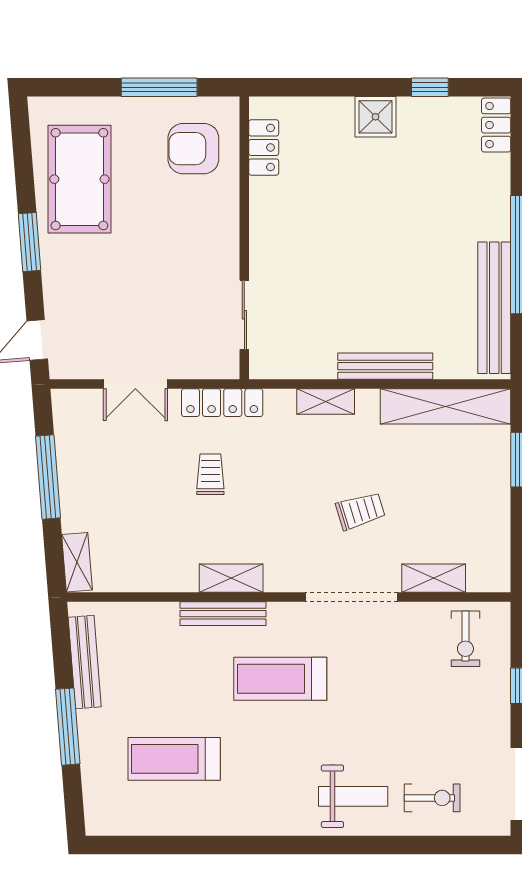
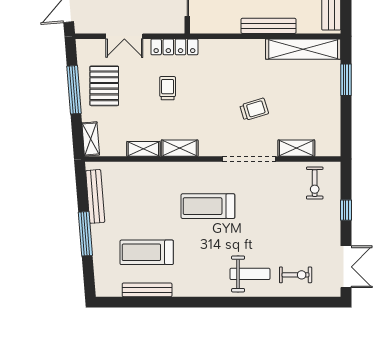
shelving: (326, 402) -> (143, 149), moved
pallet: (100, 470) -> (104, 86), added
bench: (223, 614) -> (147, 290), moved

